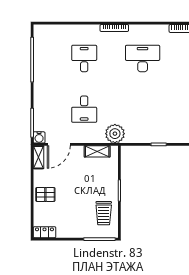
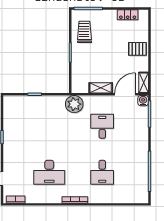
shelving: (97, 151) -> (101, 88), moved
locker: (44, 232) -> (128, 15), moved

